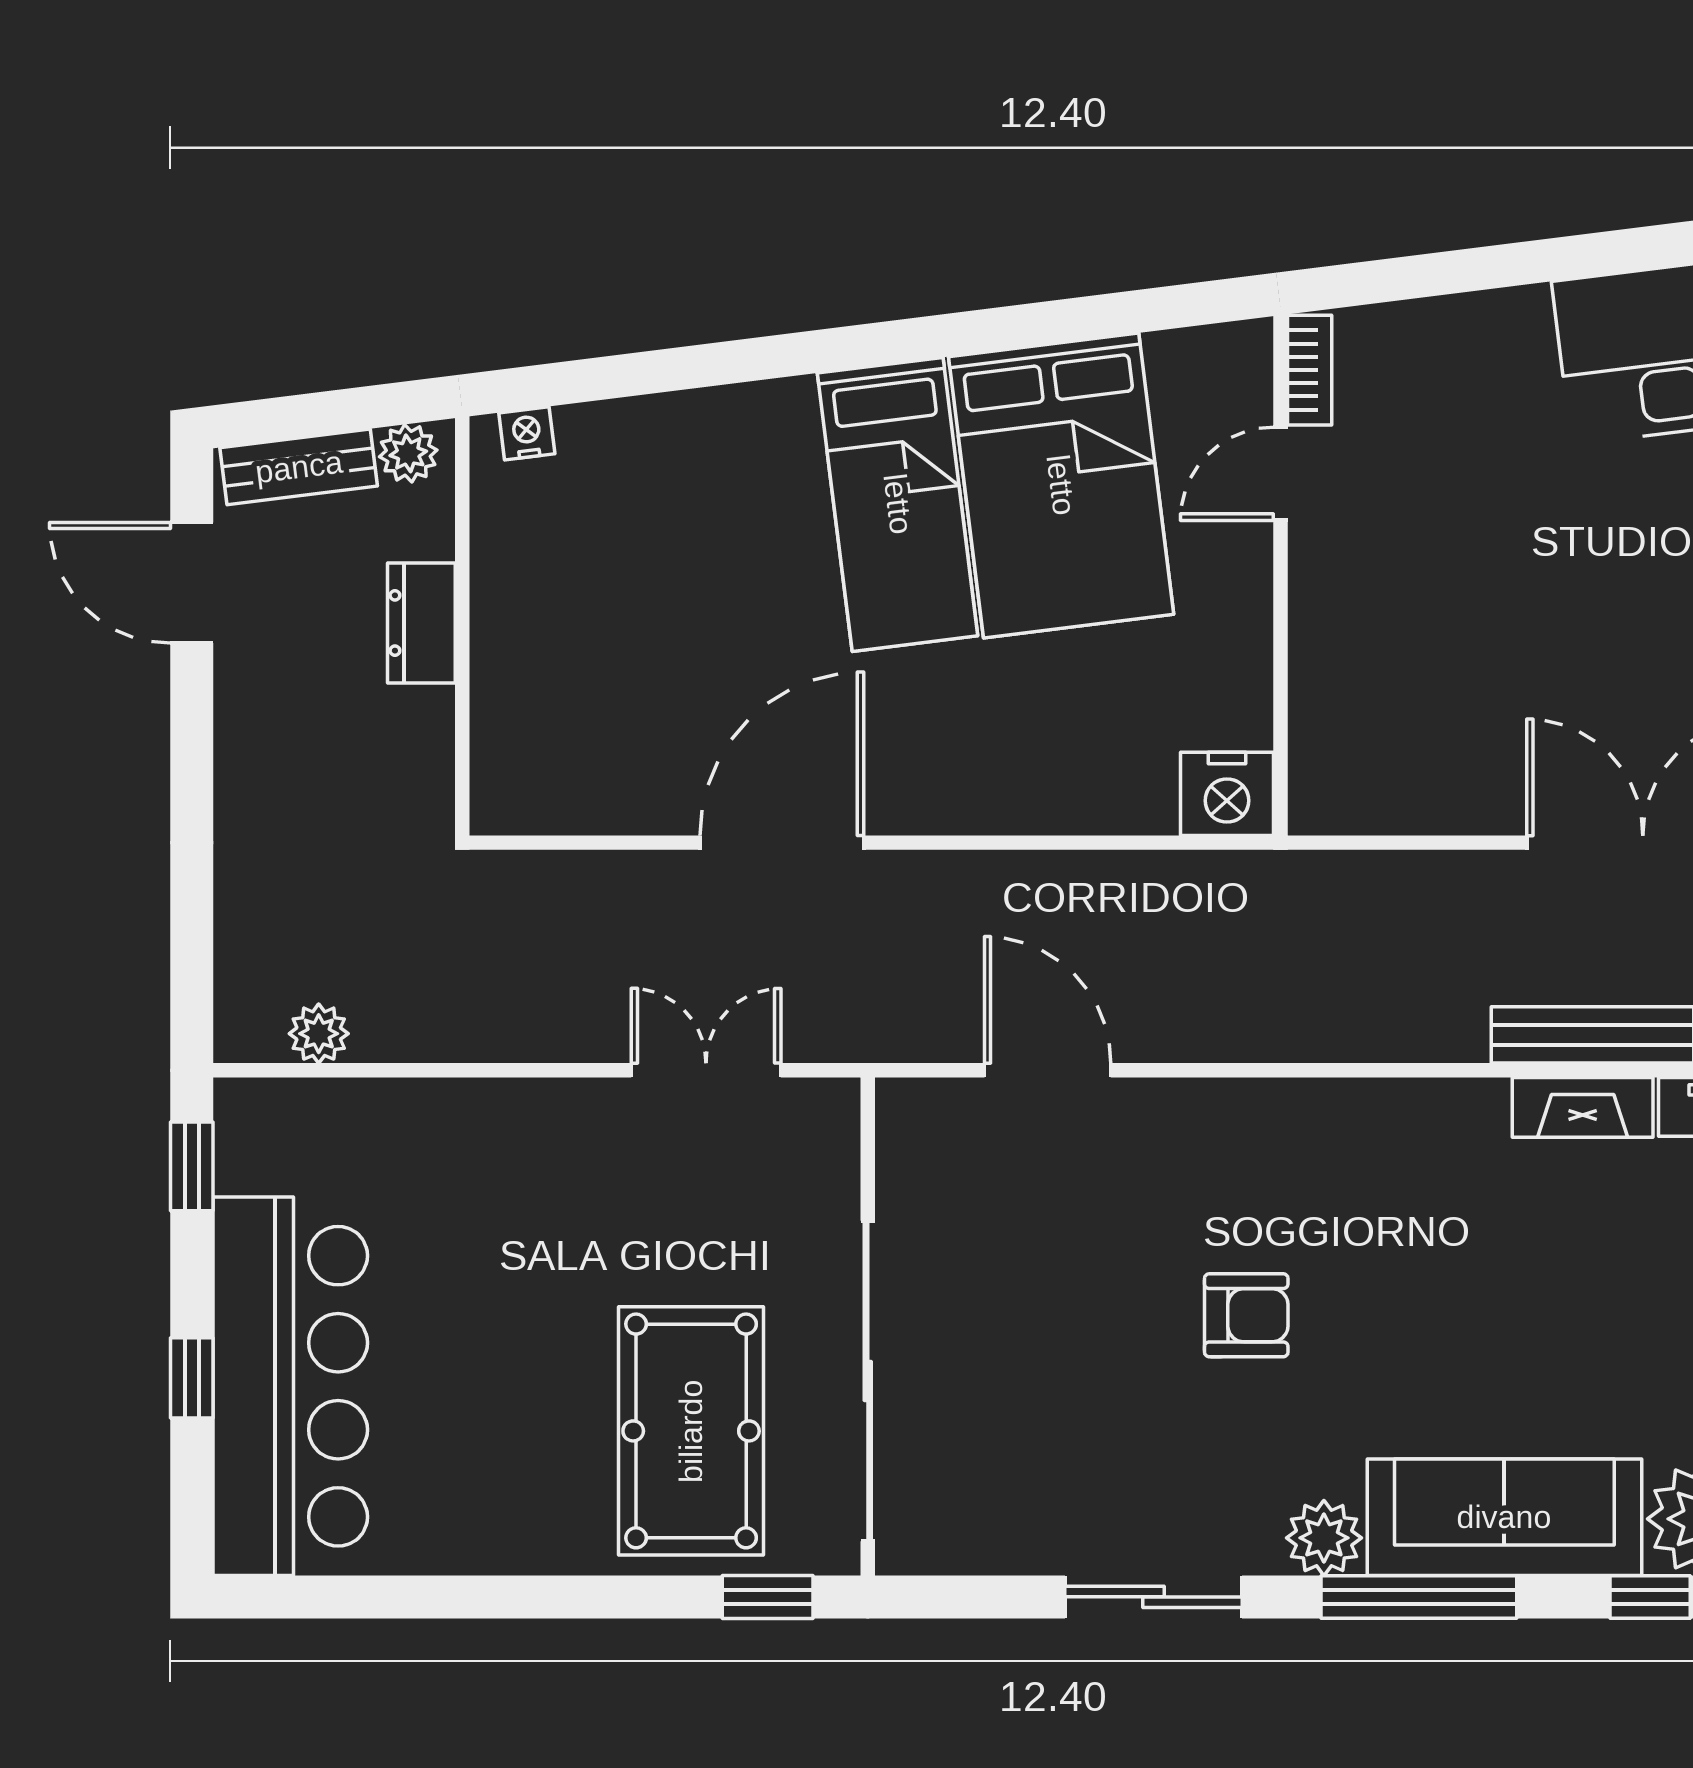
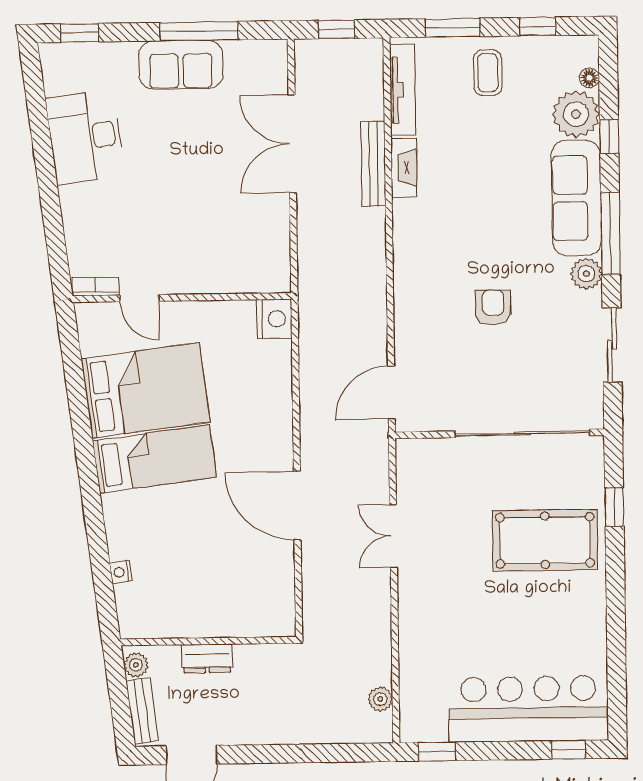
nightstand: (527, 433) -> (121, 572), moved
wall: (868, 1327) -> (500, 434), moved
window: (192, 1378) -> (568, 750), moved
sliding door: (868, 1381) -> (523, 433), moved

